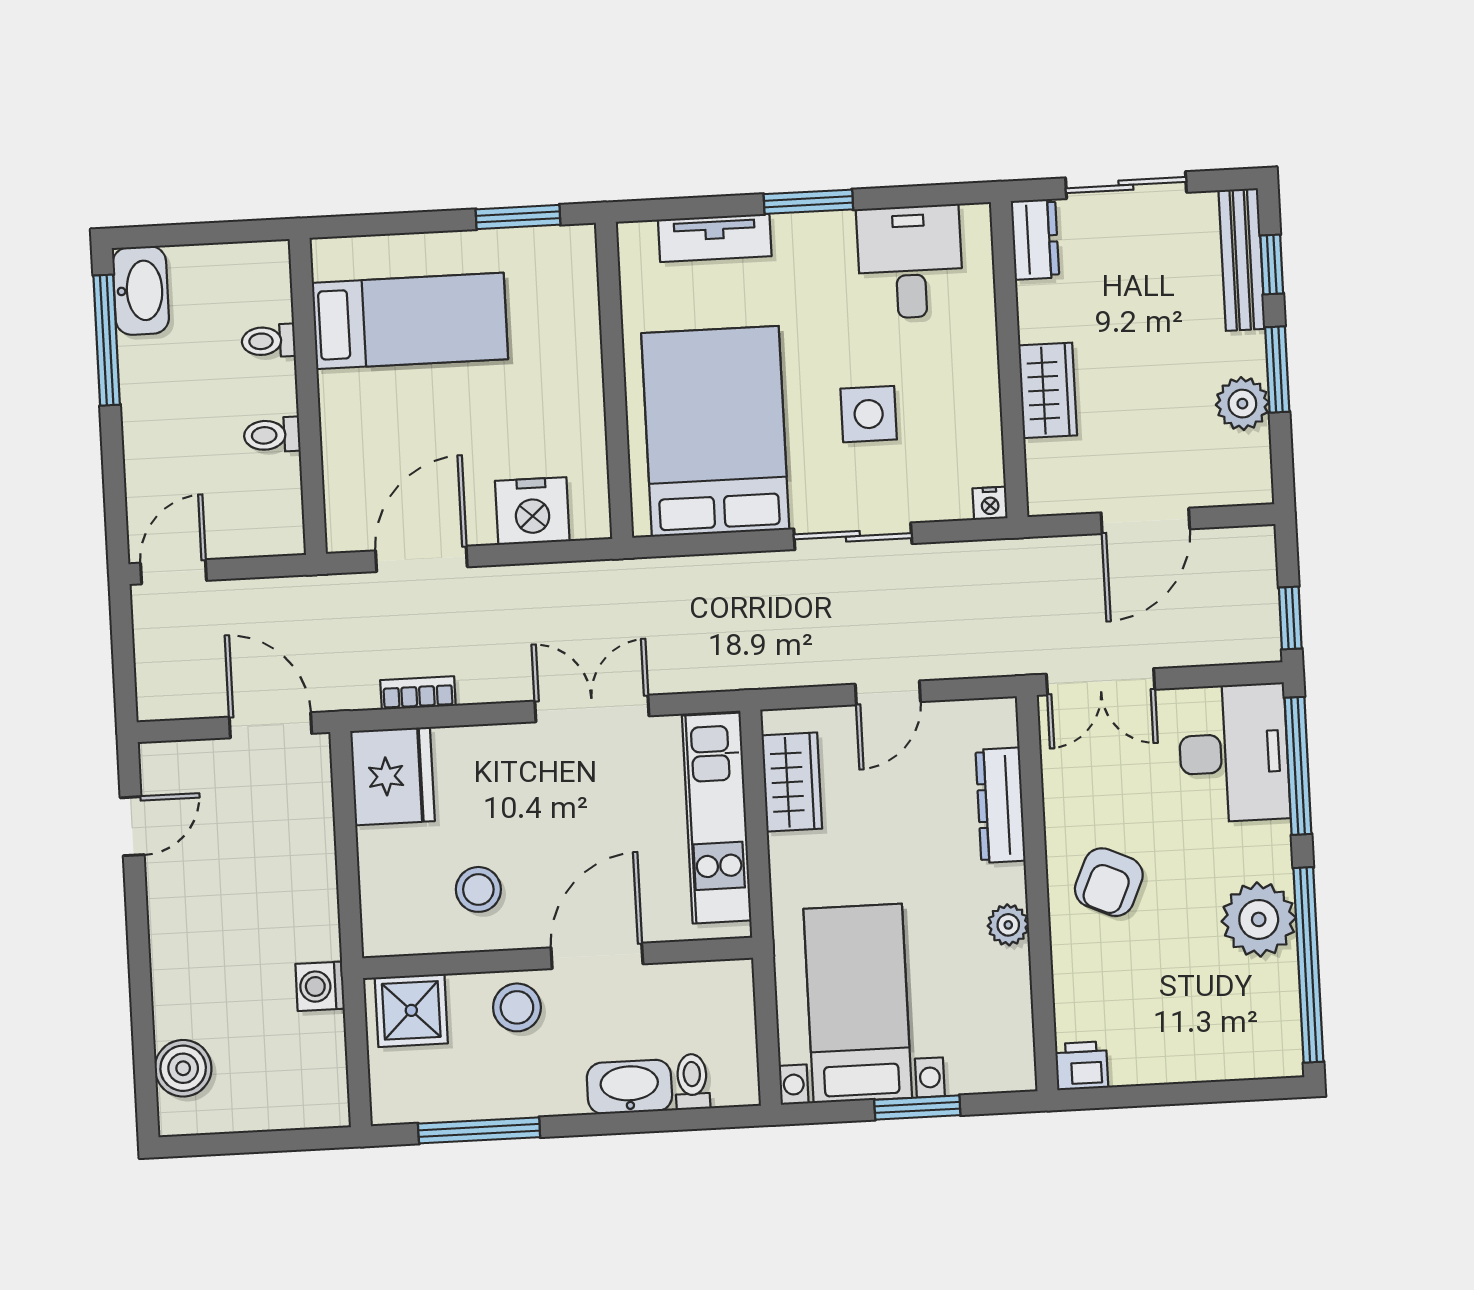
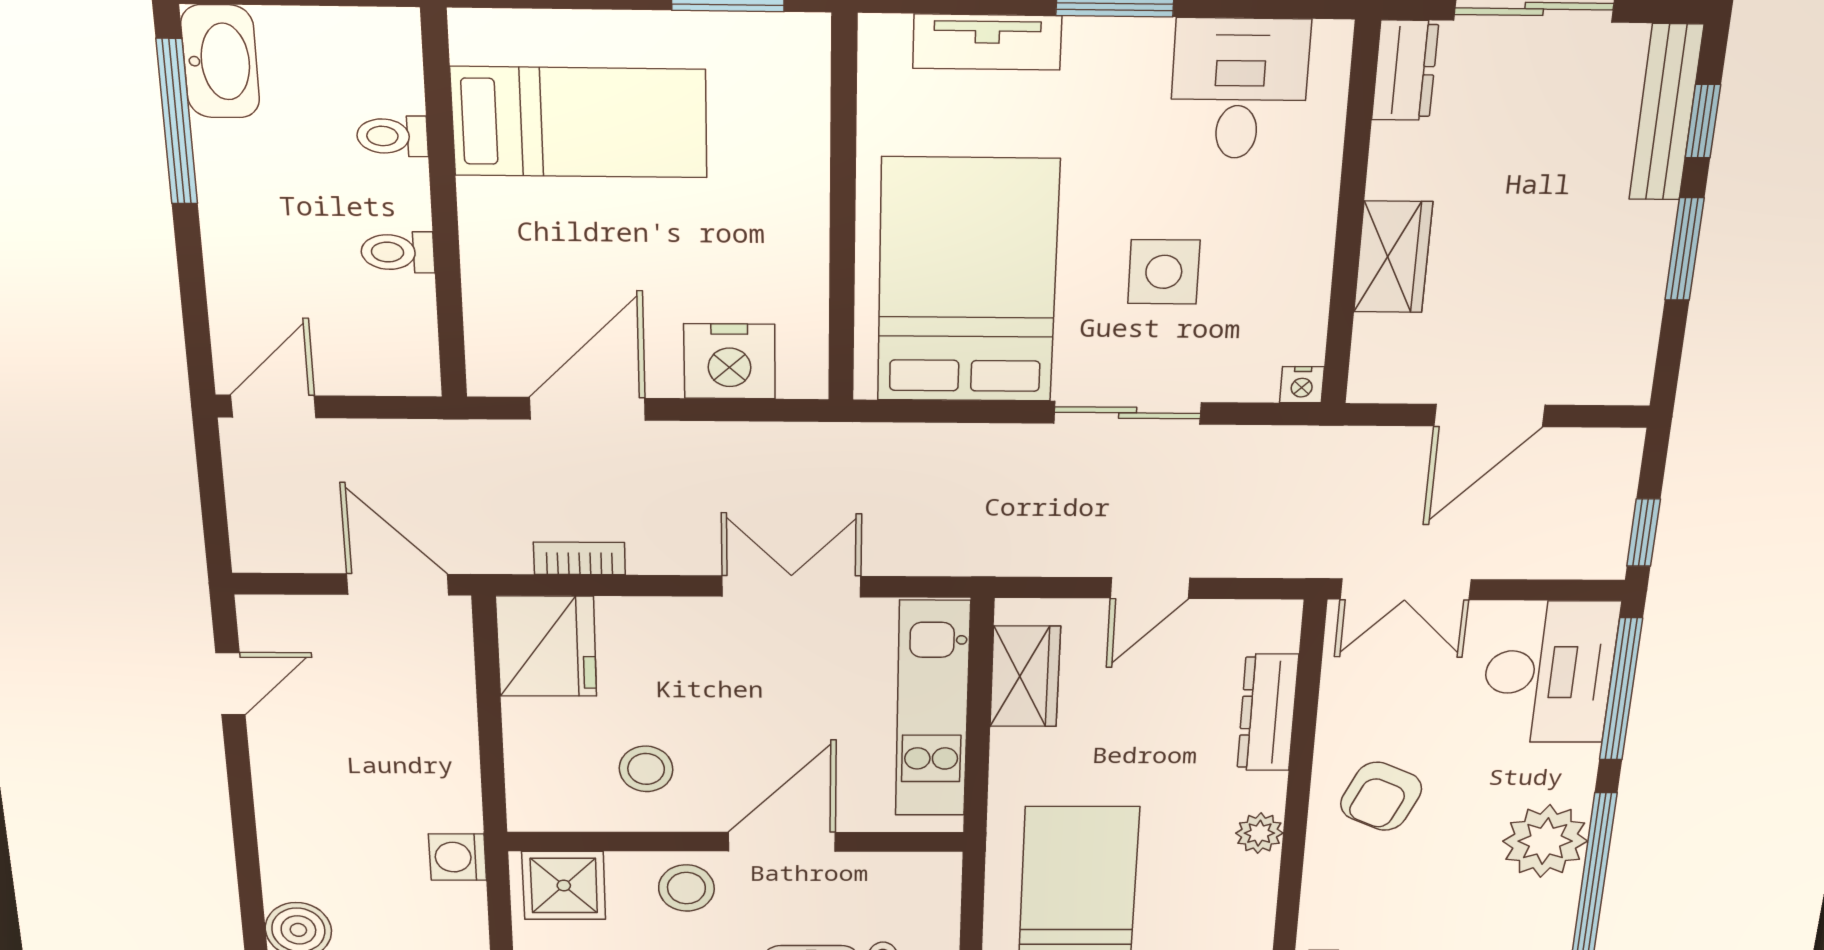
plant: (1242, 404) -> (1633, 287), removed

